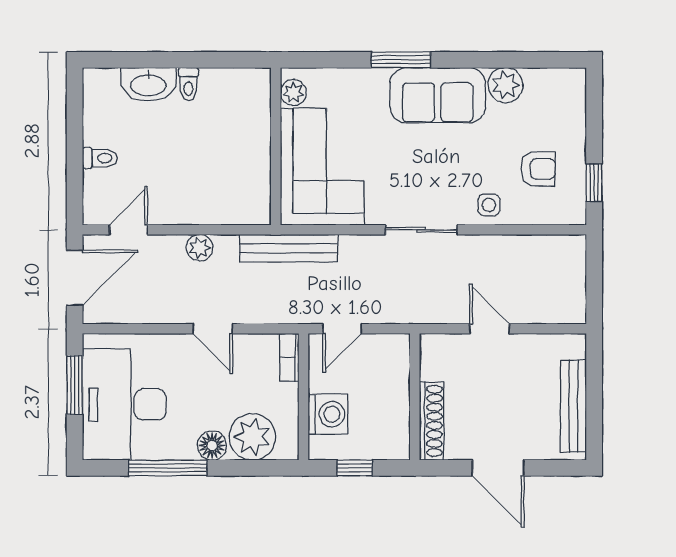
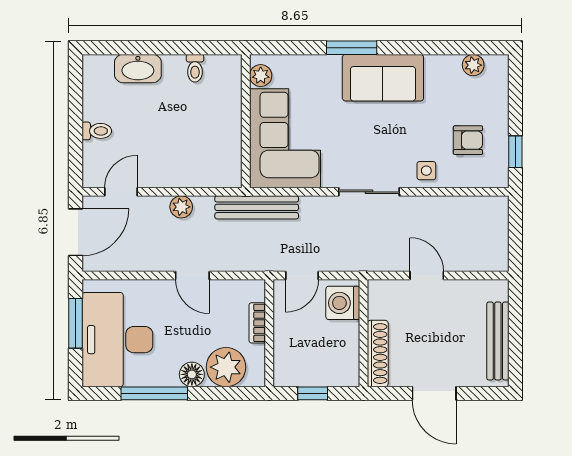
toilet: (188, 84) -> (195, 68), moved
plant: (505, 85) -> (473, 65), moved, width x0.73, depth x0.73
bookcase: (289, 357) -> (257, 323), moved
washing machine: (328, 414) -> (343, 303), moved, turned 180

